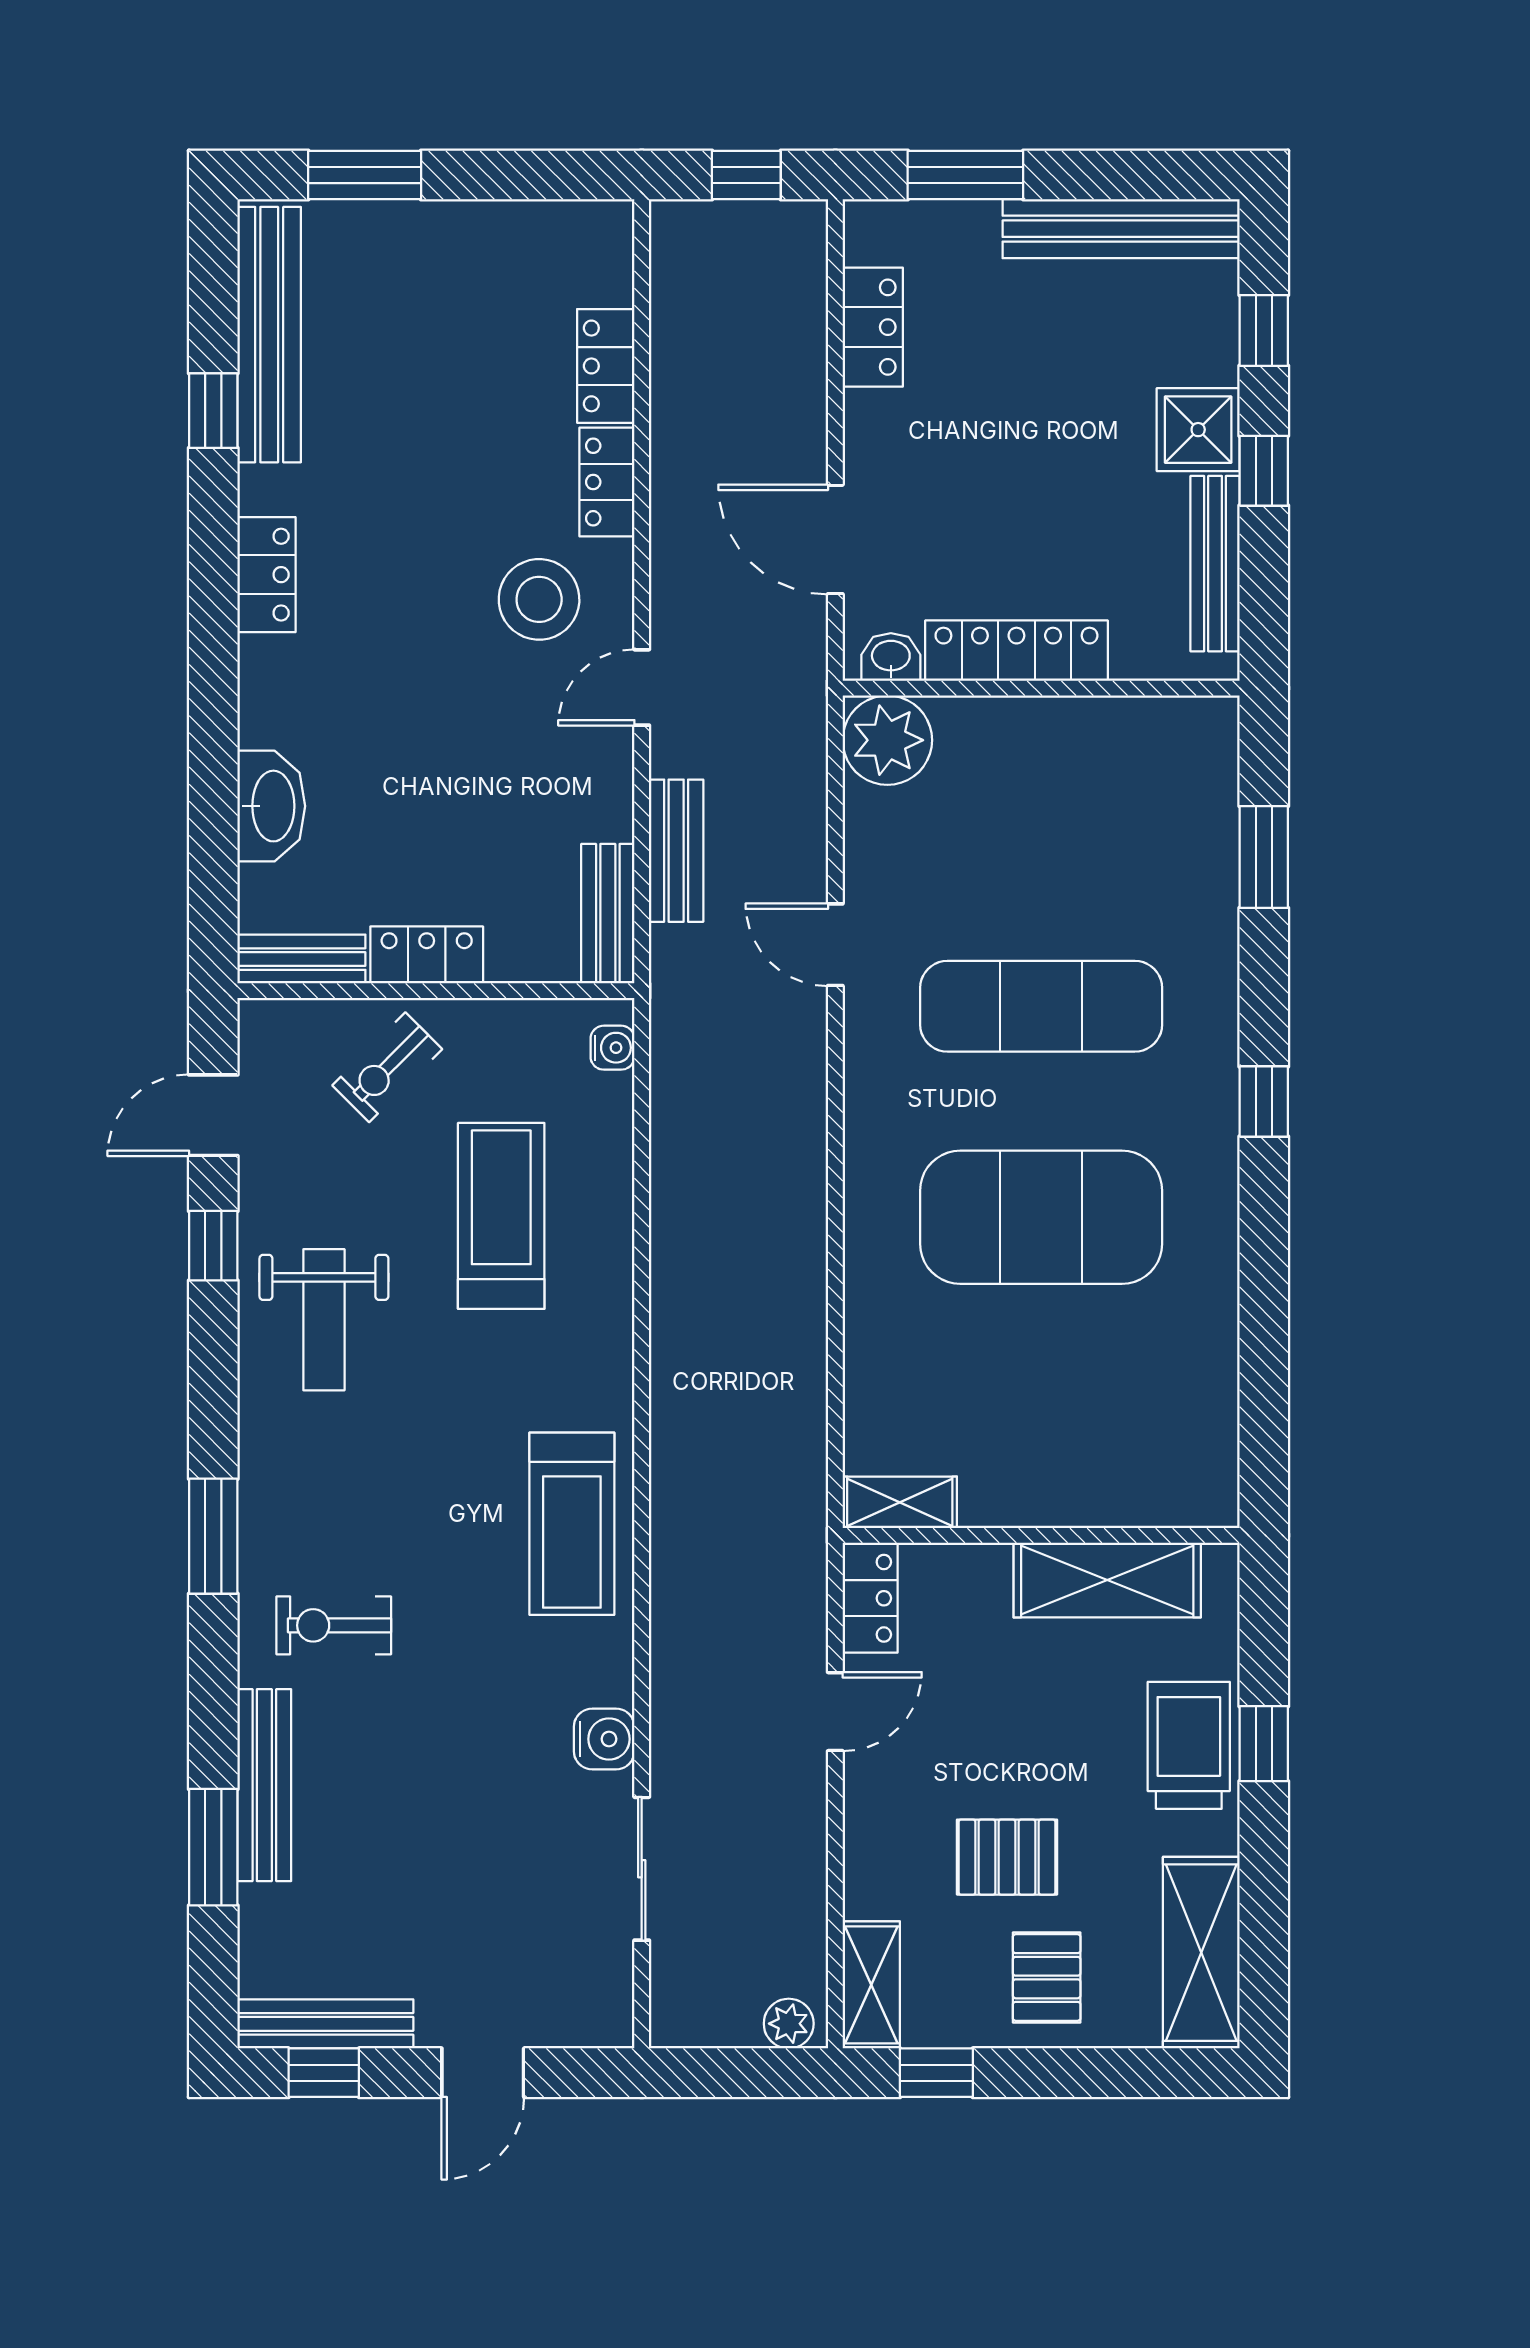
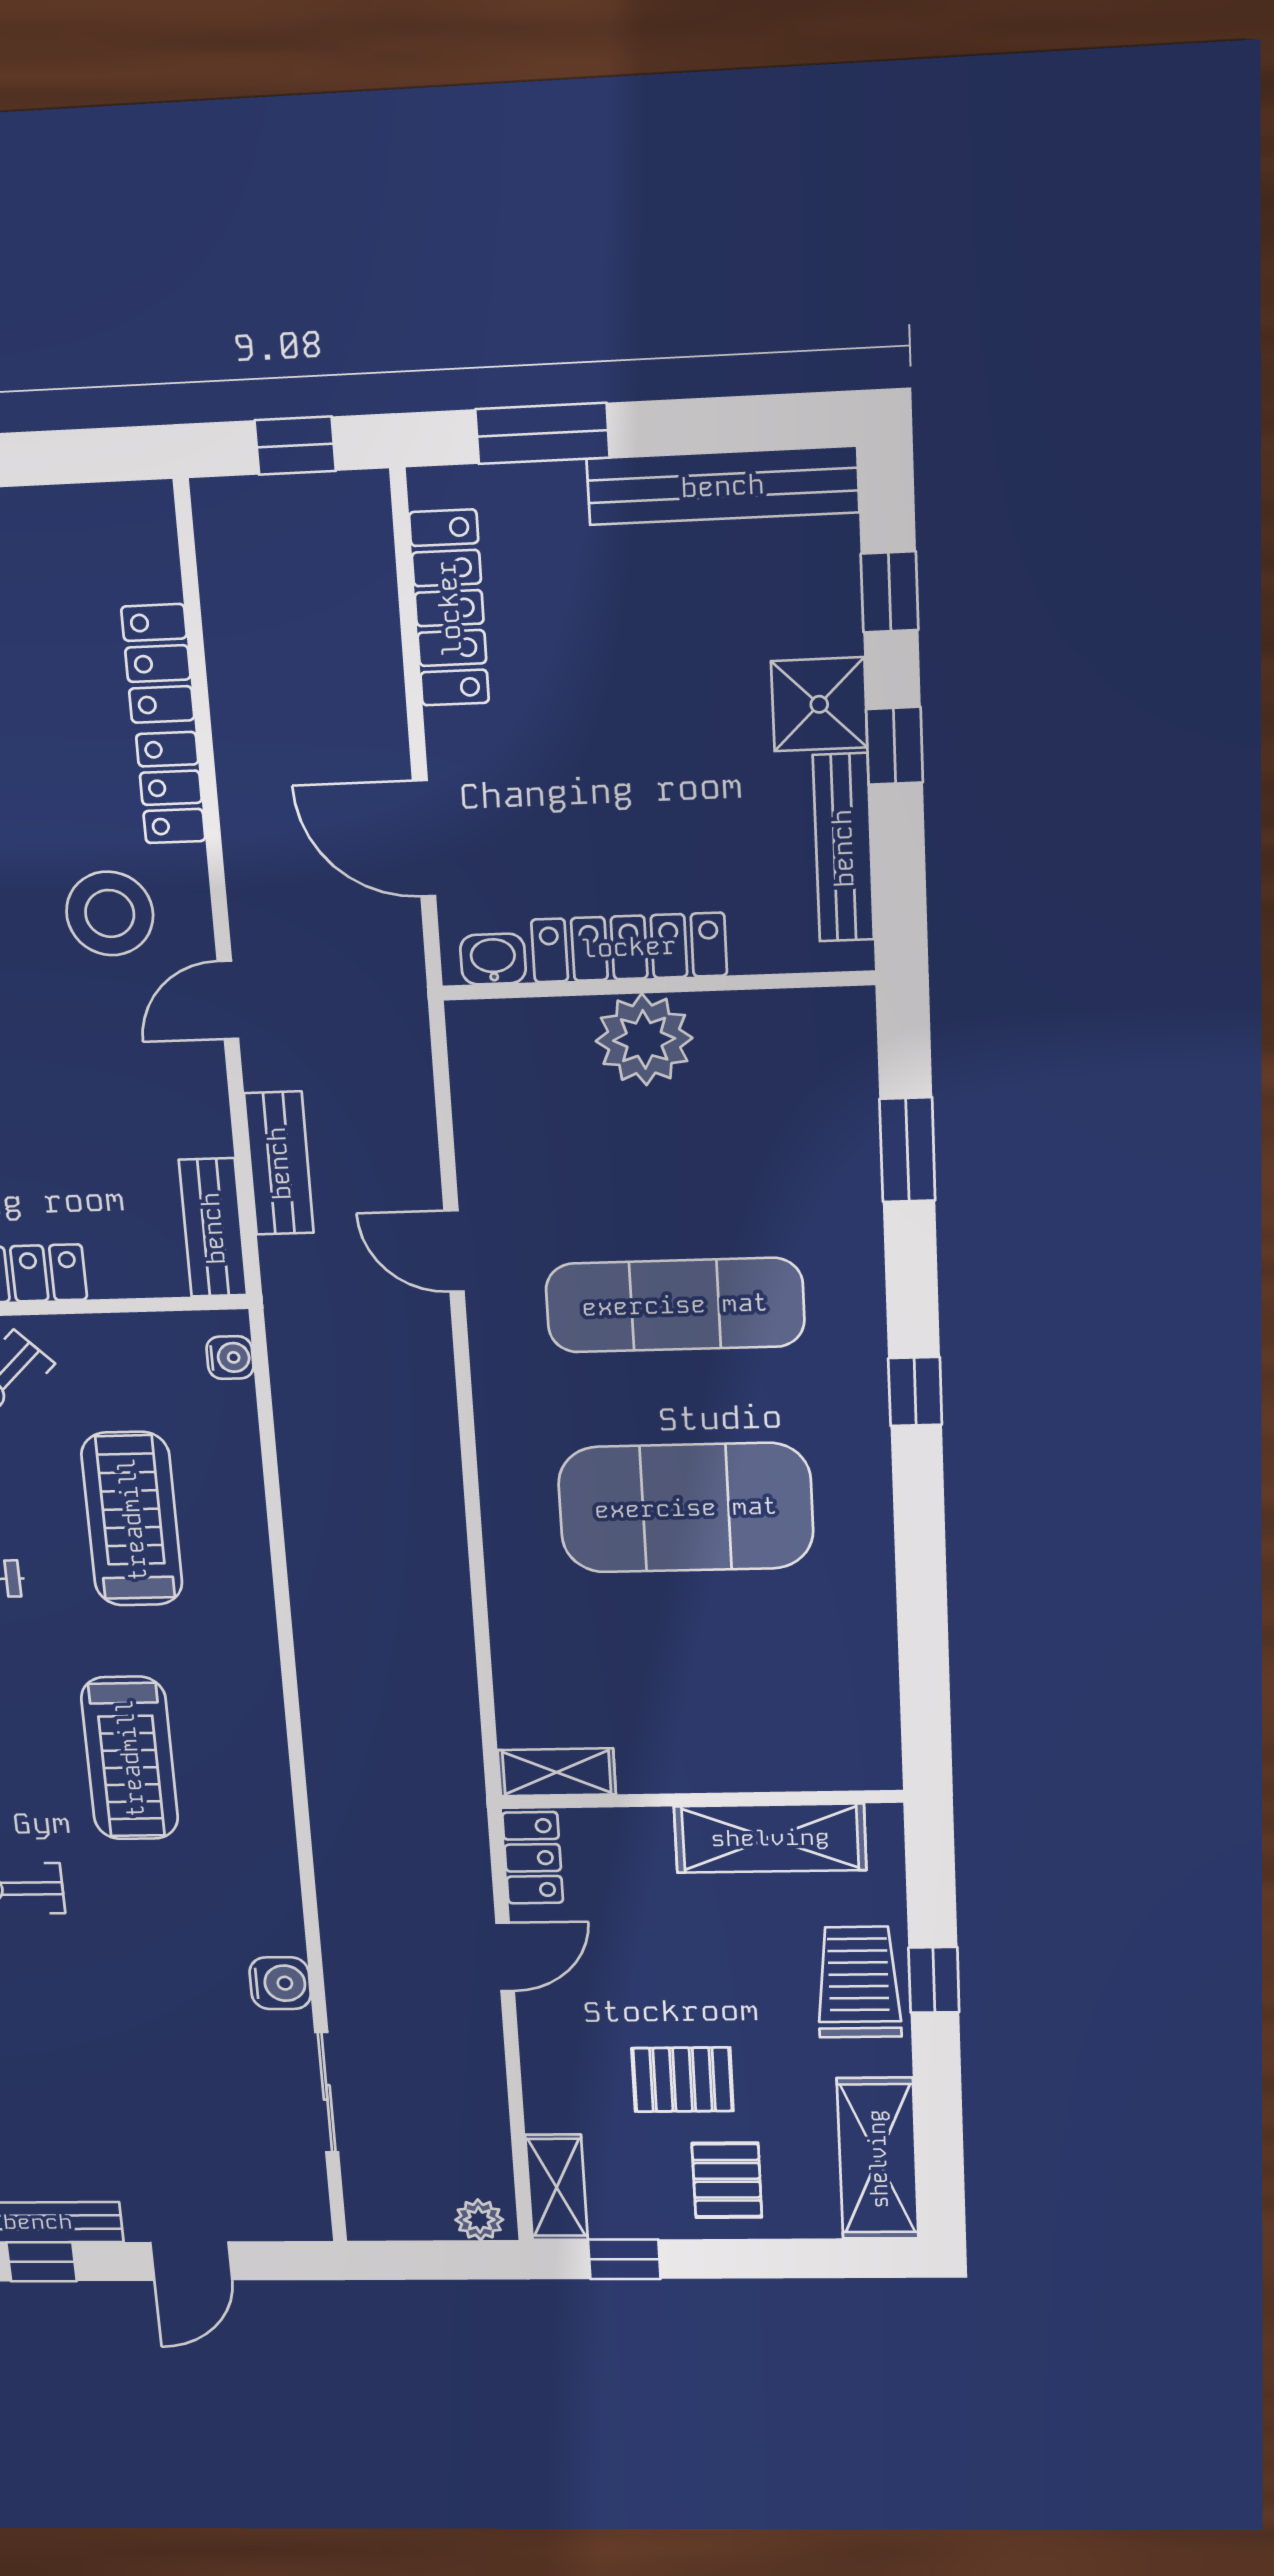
locker: (873, 327) -> (449, 608), width x1.53
plant: (887, 740) -> (644, 1039), moved
treadmill: (572, 1524) -> (130, 1758), moved

